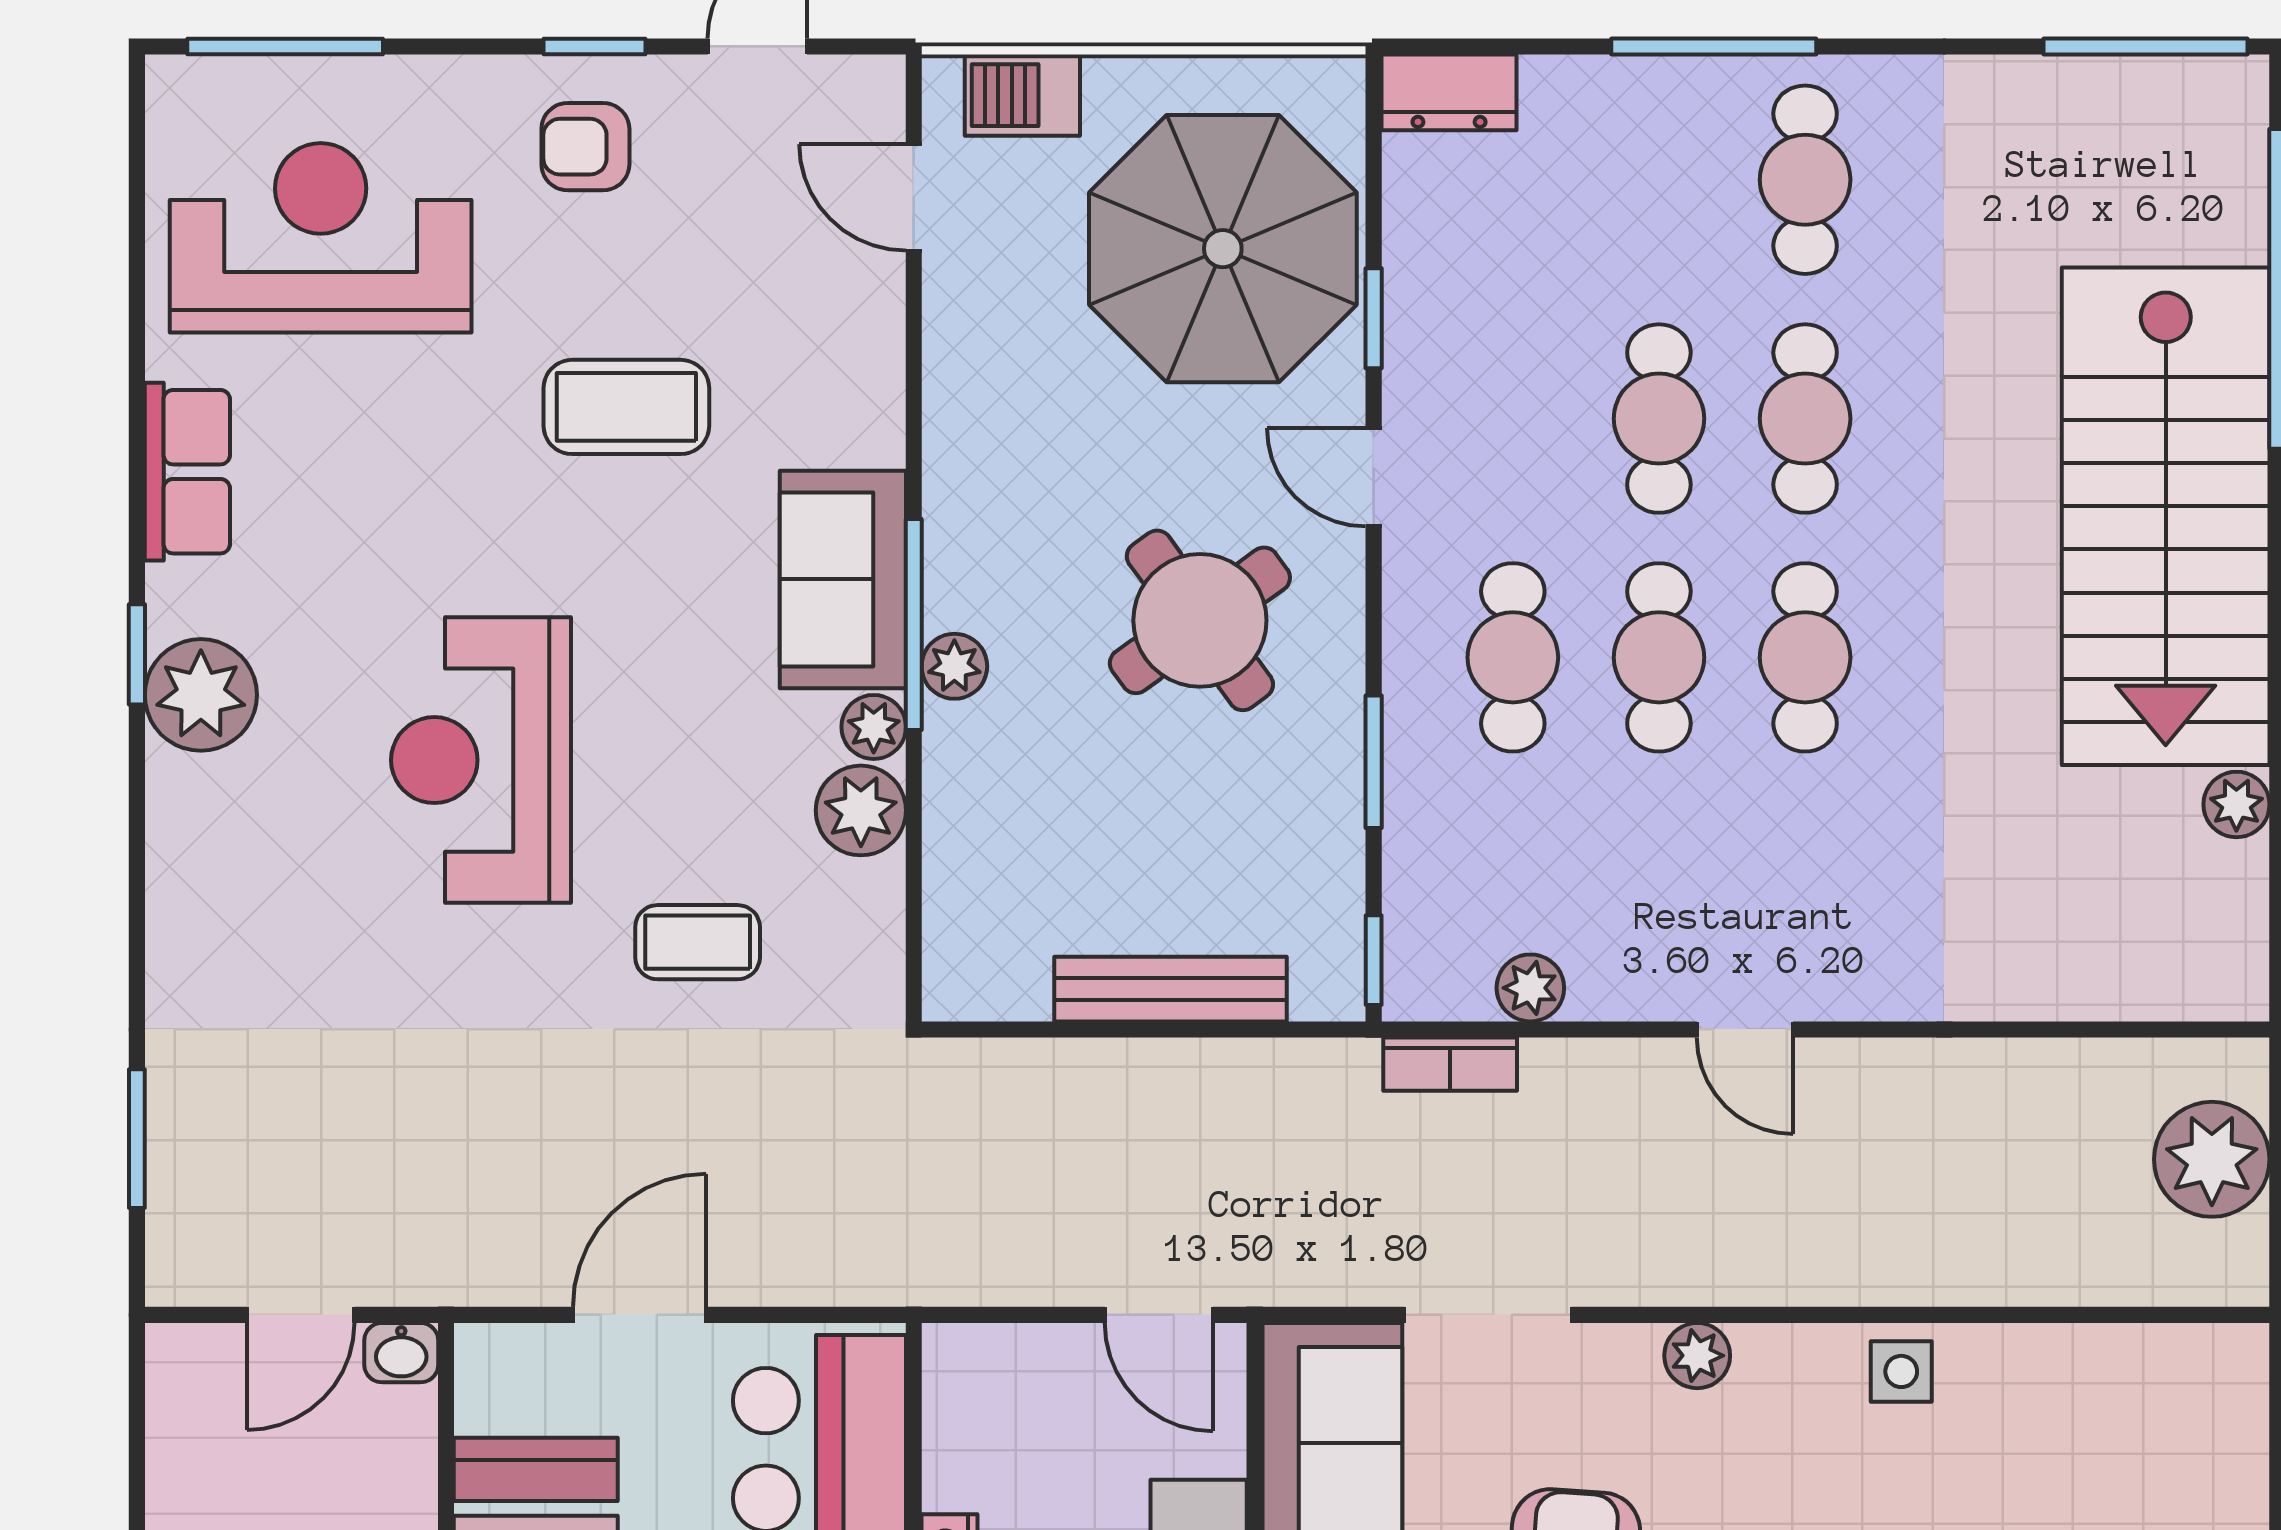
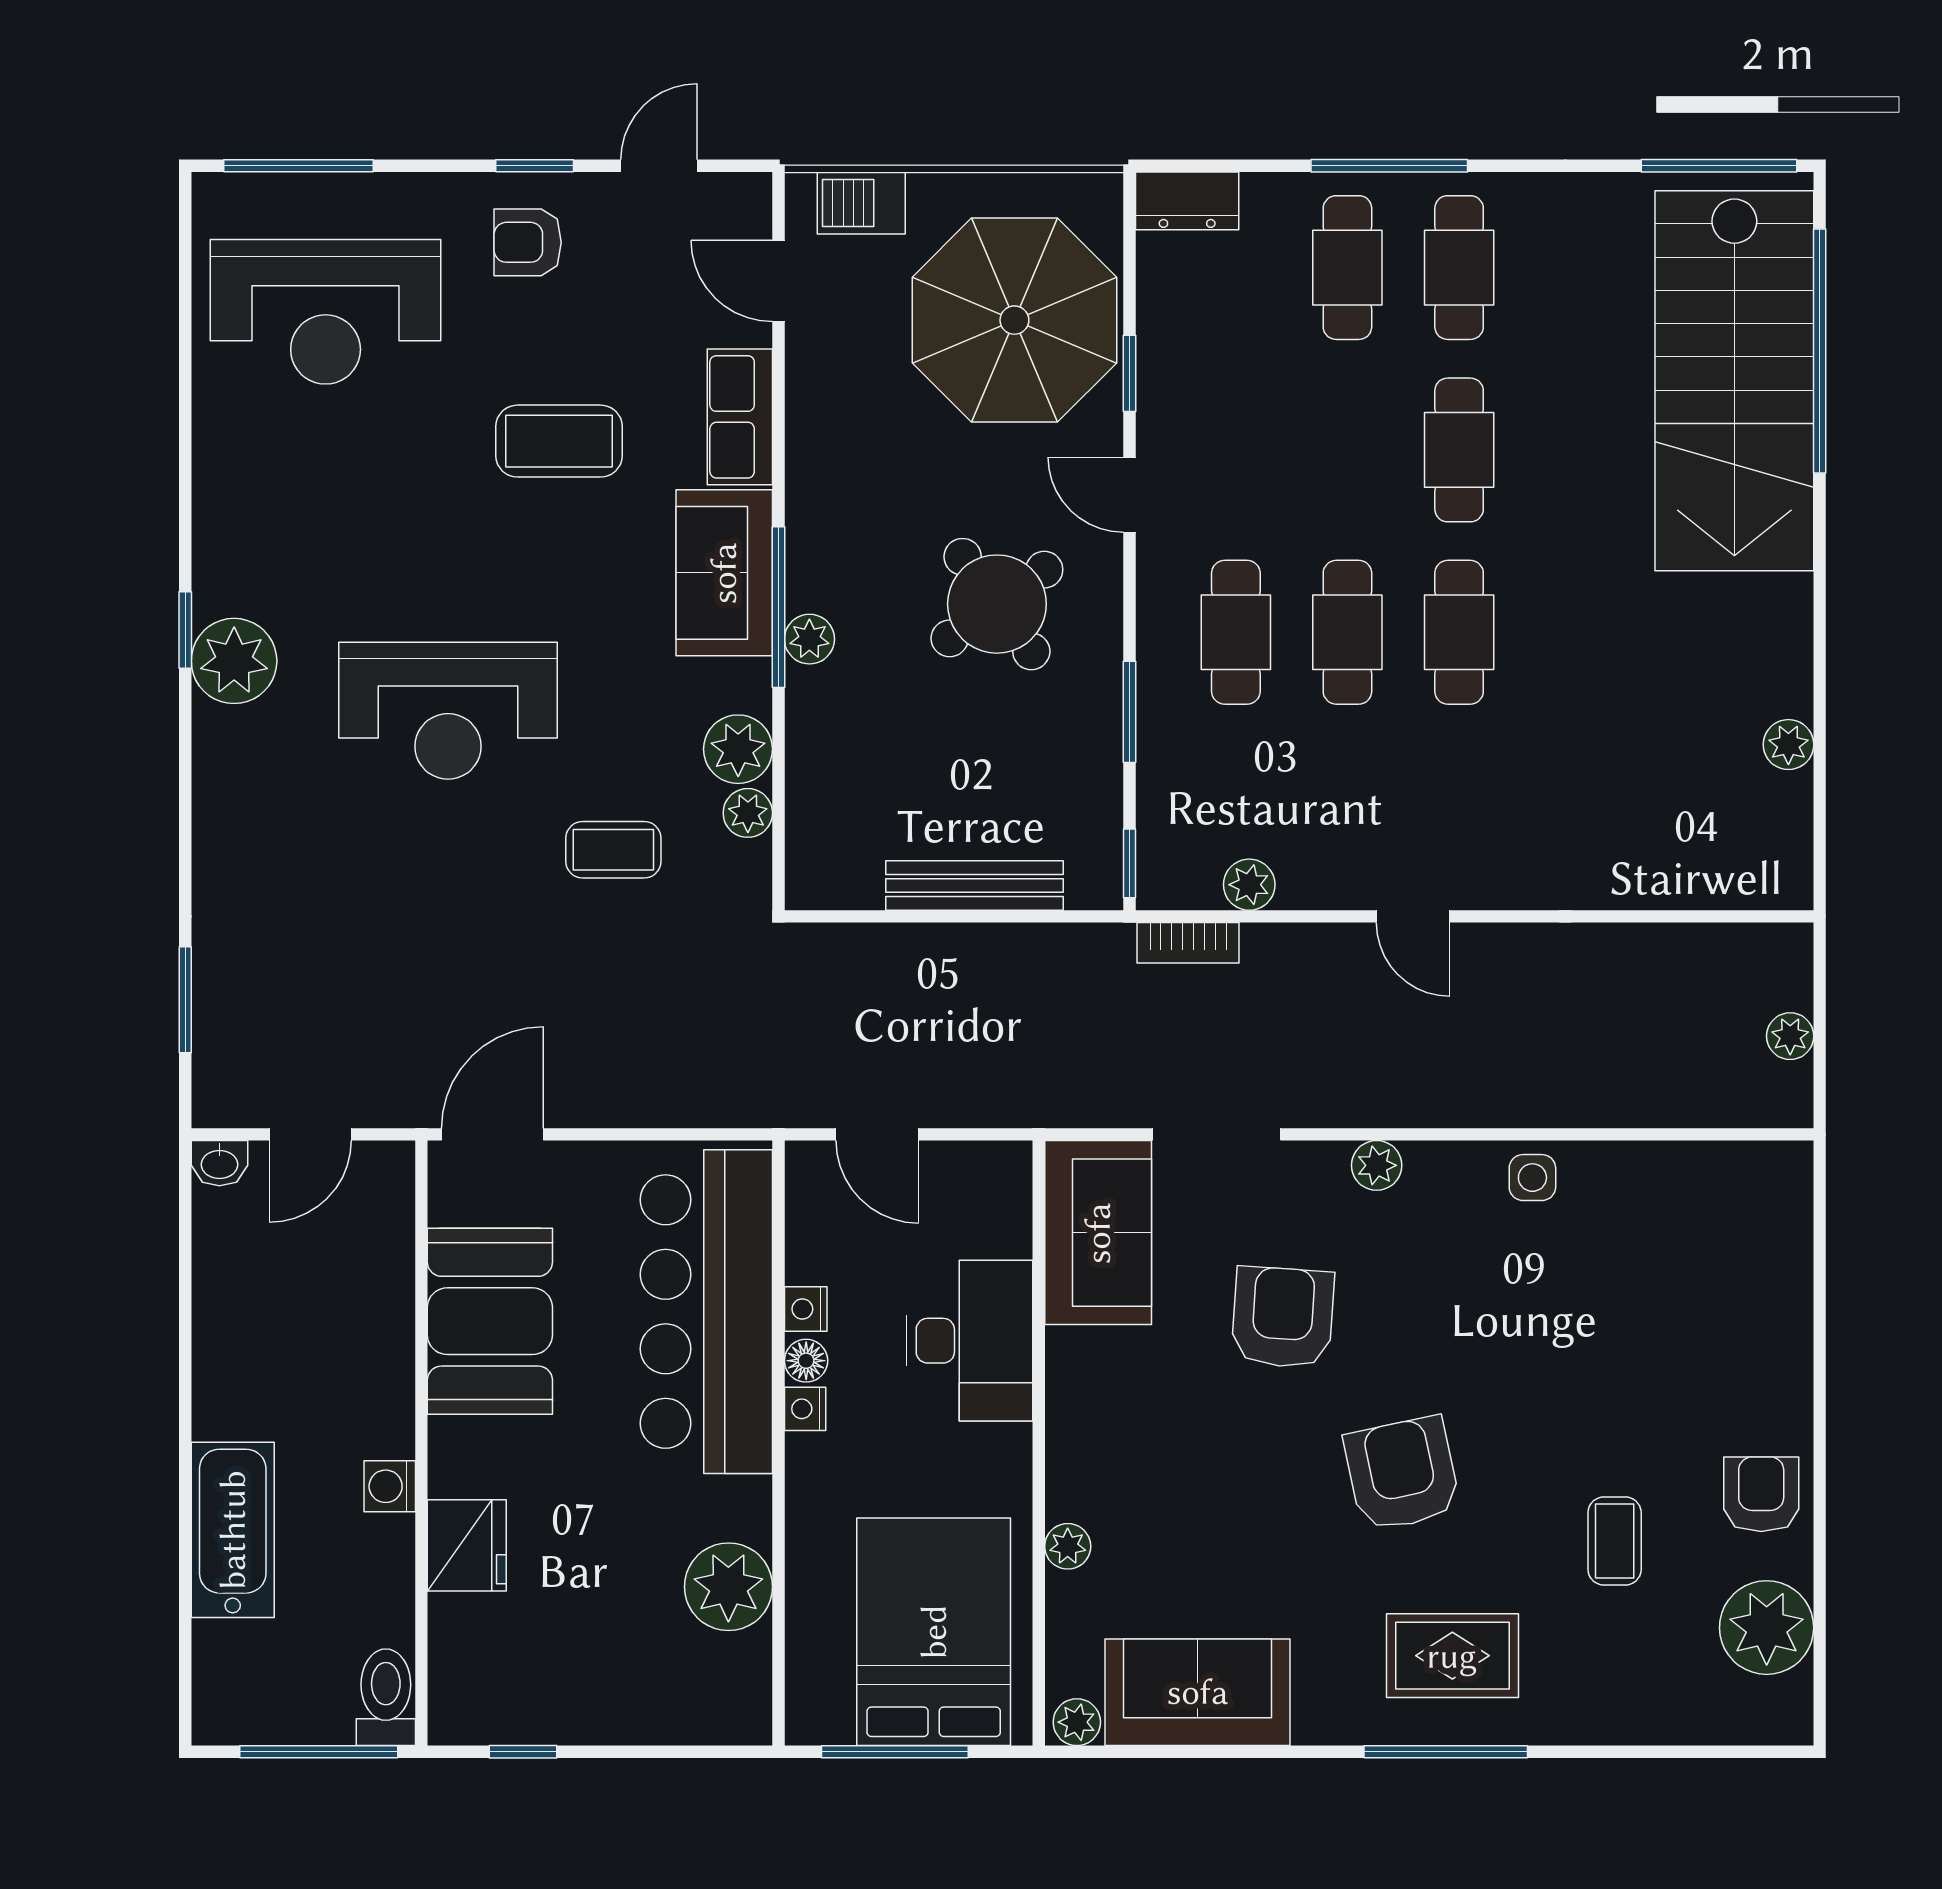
reception desk: (321, 238) -> (326, 312), turned 180
cafe table: (1659, 419) -> (1347, 268), moved
row of seats: (187, 472) -> (740, 417), moved, turned 180
stairs: (2166, 516) -> (1734, 381), moved
plant: (874, 727) -> (748, 813), moved
reception desk: (481, 760) -> (448, 711), turned -90
plant: (2212, 1159) -> (1790, 1036), width x0.53, depth x0.53
door: (640, 1315) -> (492, 1134), moved
door: (1159, 1315) -> (877, 1134), moved
washbasin: (401, 1353) -> (219, 1163), moved

